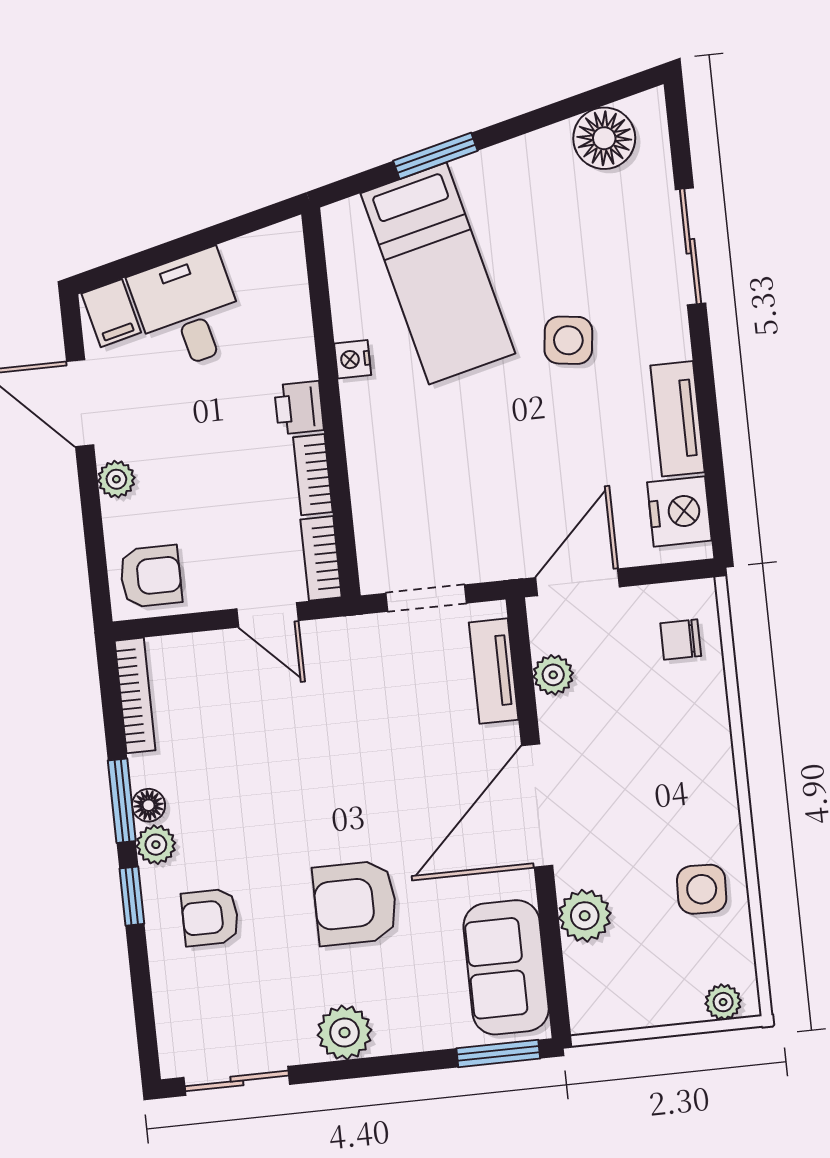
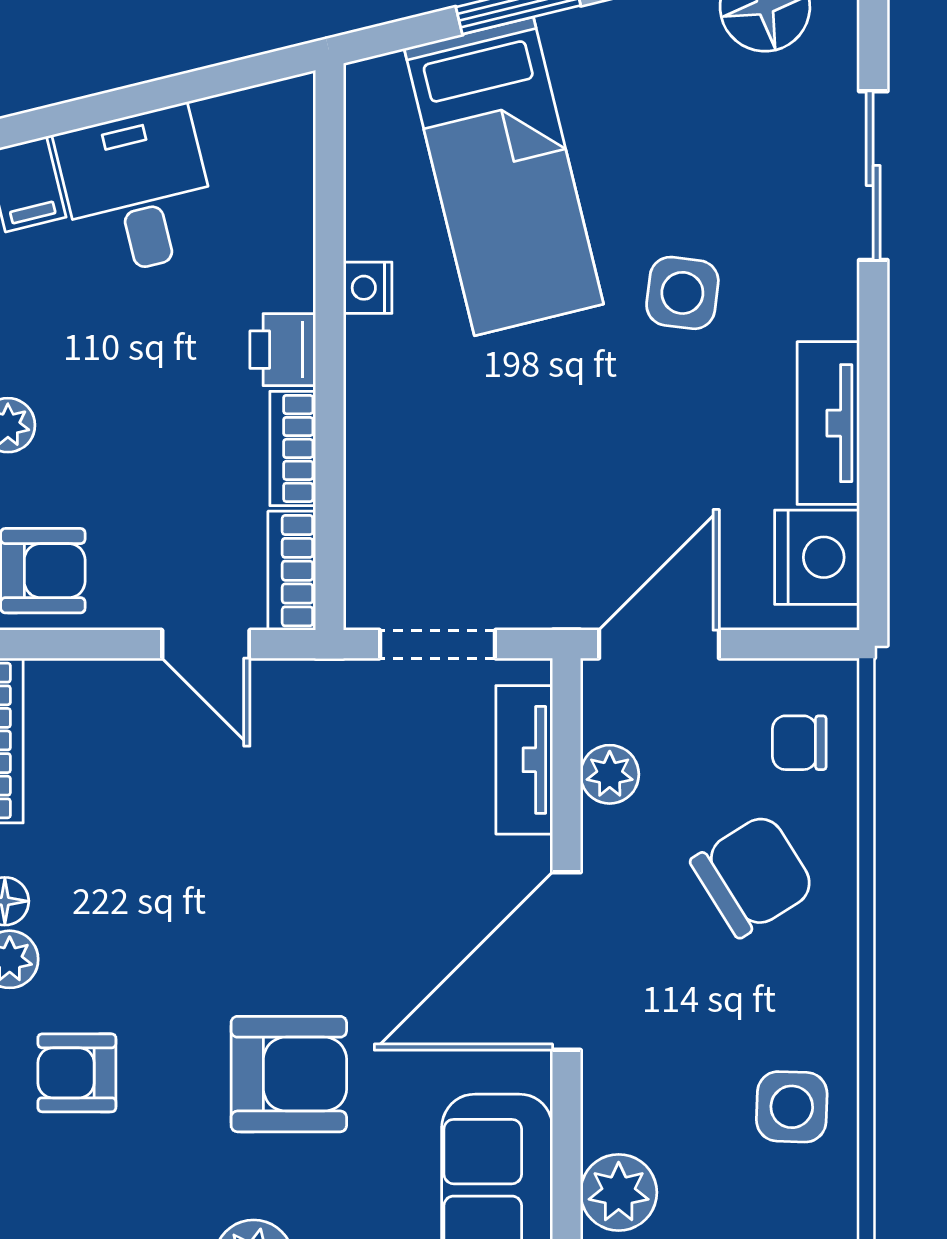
chair: (659, 734) -> (753, 875), added
armchair: (355, 903) -> (289, 1074), turned 180
plant: (585, 916) -> (619, 1192), moved

